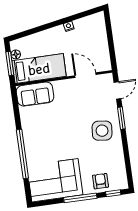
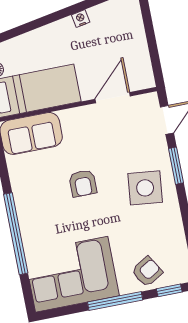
door: (85, 75) -> (113, 98), hinge flipped
armchair: (65, 126) -> (83, 183), added
armchair: (101, 181) -> (147, 272), turned 59

